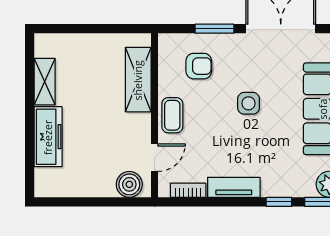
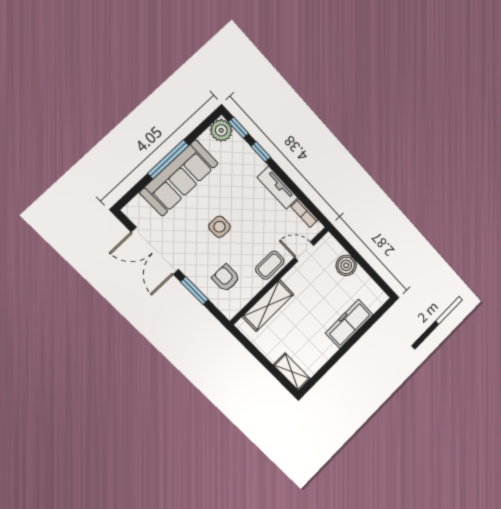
shelving: (45, 82) -> (292, 372), moved, turned 90
boiler: (129, 184) -> (346, 265), moved

